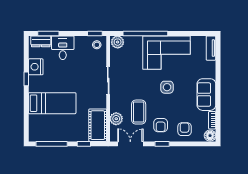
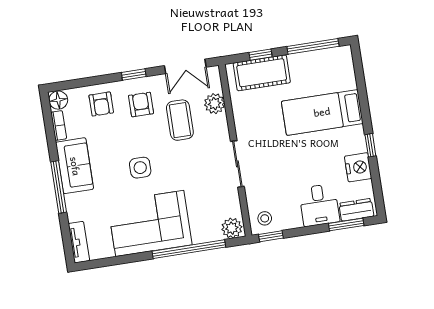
window: (218, 83) -> (59, 187), added
cot: (98, 125) -> (262, 73), moved, turned 90

